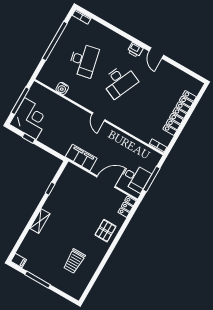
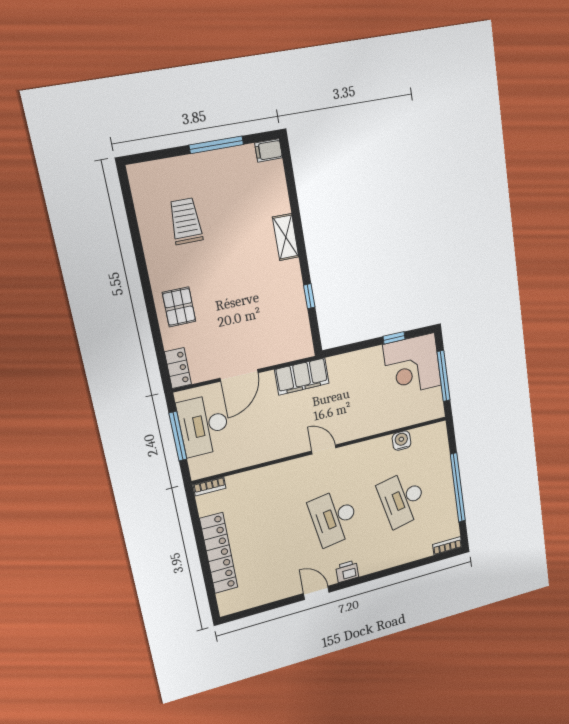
desk: (120, 81) -> (334, 518), turned -33
desk: (136, 178) -> (204, 425), width x1.37

